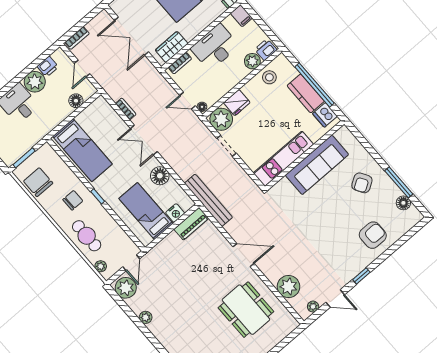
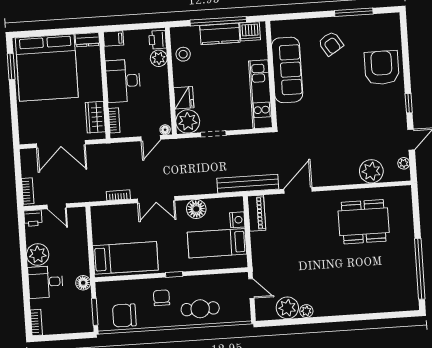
printer: (48, 67) -> (33, 218), moved, turned 90
floor lamp: (76, 101) -> (83, 283), moved
floor lamp: (403, 203) -> (374, 21), removed
armchair: (373, 235) -> (382, 68), width x1.36, depth x1.36
door: (244, 255) -> (298, 190), moved
plant: (101, 266) -> (235, 316), removed
plant: (126, 288) -> (287, 308), moved

